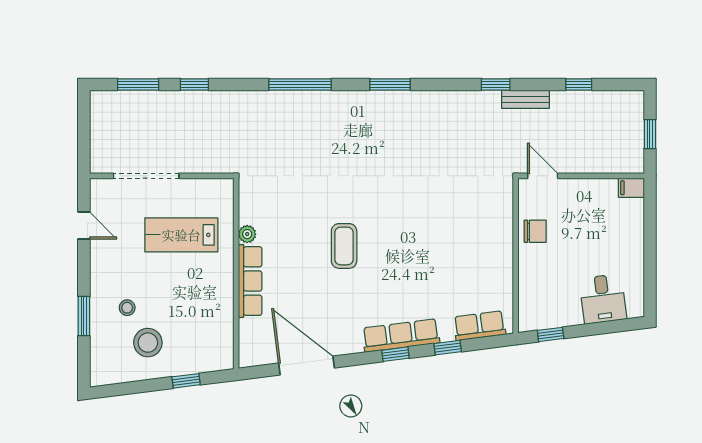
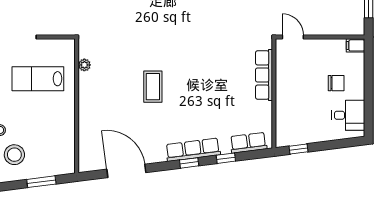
chair: (535, 231) -> (336, 83), moved
plant: (247, 234) -> (84, 65), moved
row of seats: (250, 281) -> (264, 75), moved, turned 180
desk: (603, 299) -> (348, 115), moved, turned -83
window: (186, 381) -> (41, 182), width x1.50

